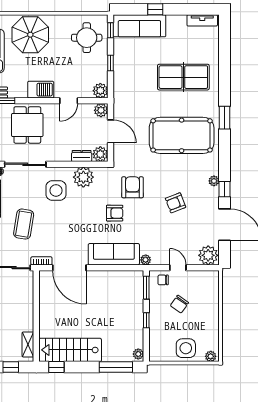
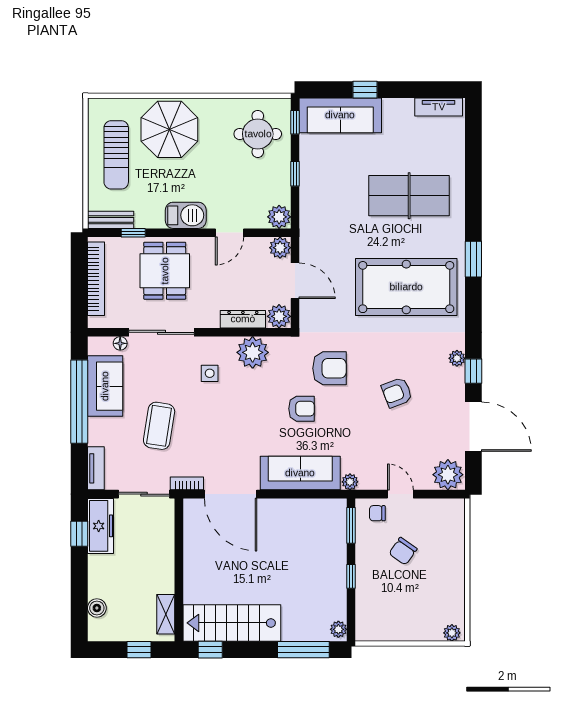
dresser: (82, 156) -> (243, 319), width x1.44
armchair: (133, 187) -> (329, 368), turned 90
side table: (56, 190) -> (210, 373), width x0.54, depth x0.54
side table: (186, 348) -> (413, 620), removed

